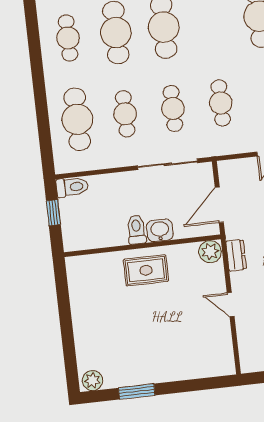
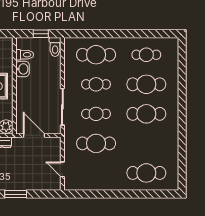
cafe table: (221, 103) -> (96, 143), width x1.37, depth x1.35
toilet: (136, 230) -> (25, 55), moved
washbasin: (160, 230) -> (22, 69), moved

